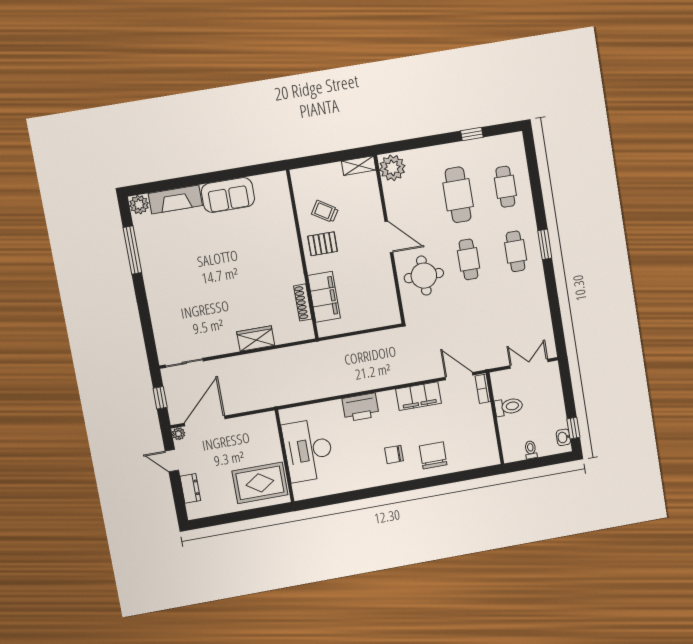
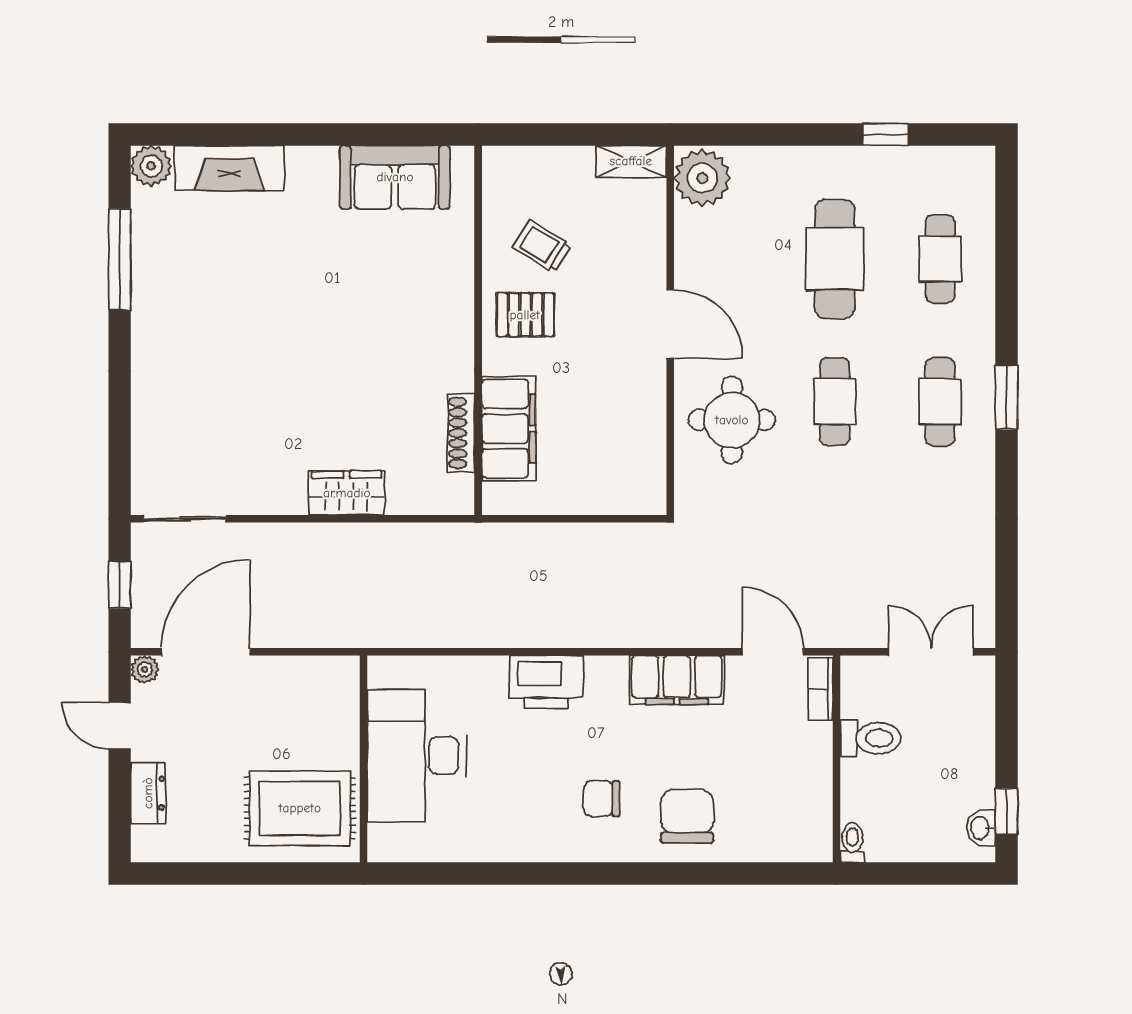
sofa: (228, 195) -> (395, 177), moved
toilet: (531, 450) -> (852, 843), moved

